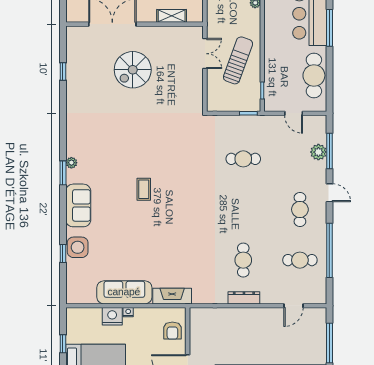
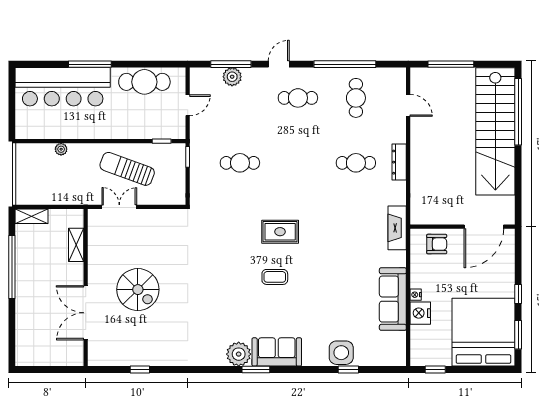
cafe table: (243, 159) -> (240, 163), turned 90
plant: (71, 163) -> (239, 354), width x1.87, depth x1.87
rug: (183, 194) -> (280, 232), added
sofa: (78, 205) -> (277, 352), moved
fireplace: (172, 296) -> (397, 228), moved
window: (63, 344) -> (435, 370), moved

